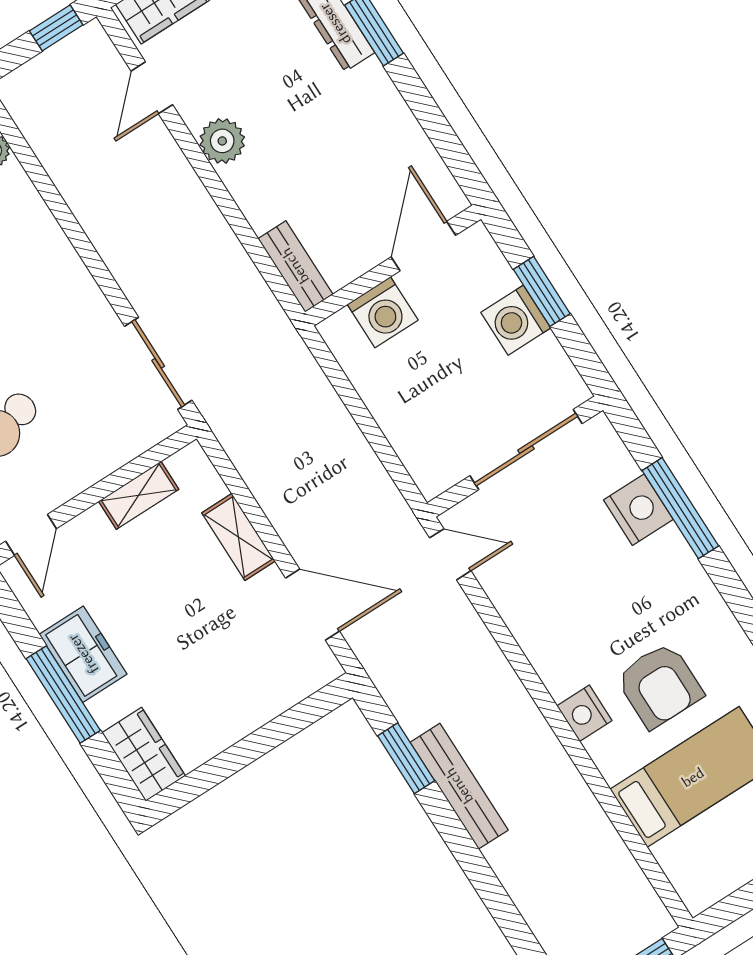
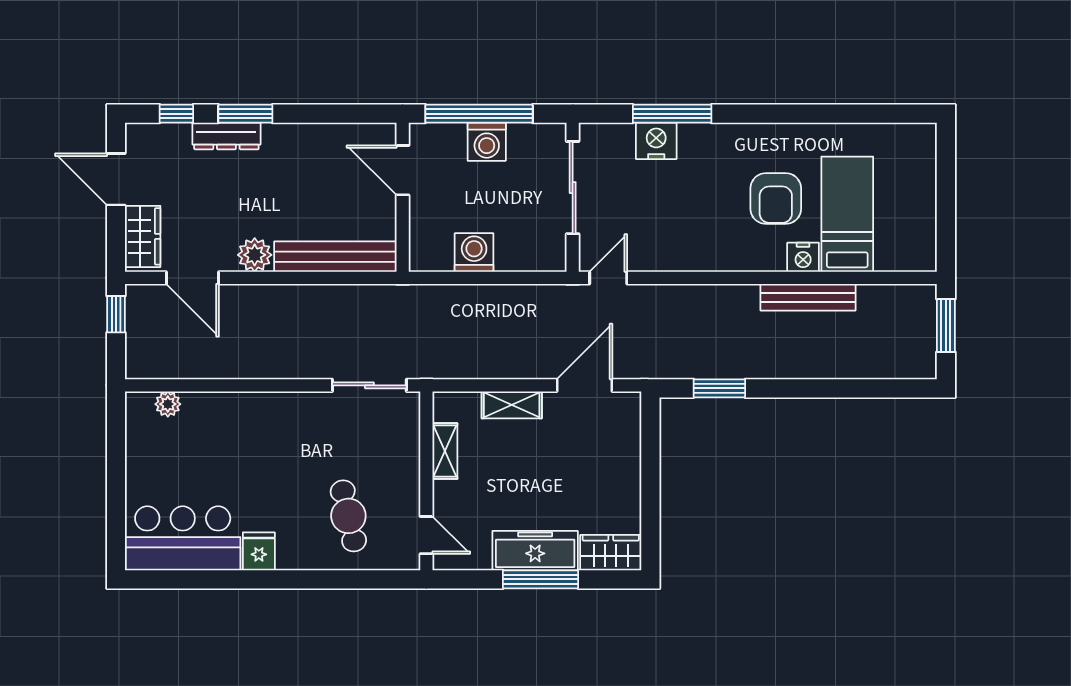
door: (152, 88) -> (193, 278), width x1.38
bench: (295, 266) -> (335, 257), width x1.86, depth x1.21
window: (542, 291) -> (479, 114), width x2.11
washing machine: (383, 312) -> (474, 253), moved, turned -90
freezer: (83, 654) -> (535, 551), width x1.40
armchair: (659, 685) -> (776, 199), turned 90
nightstand: (584, 713) -> (803, 257), moved
bench: (459, 786) -> (808, 297), moved

